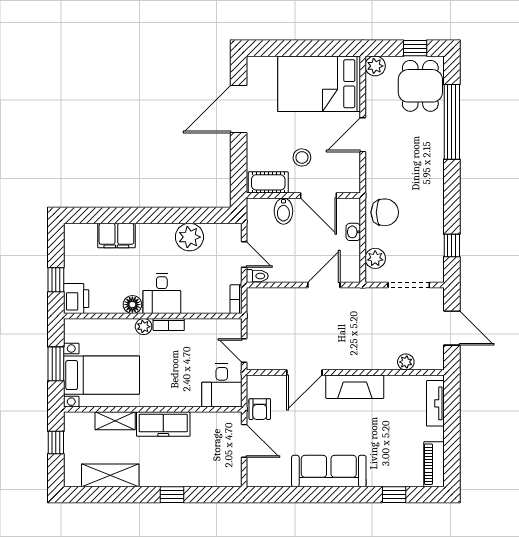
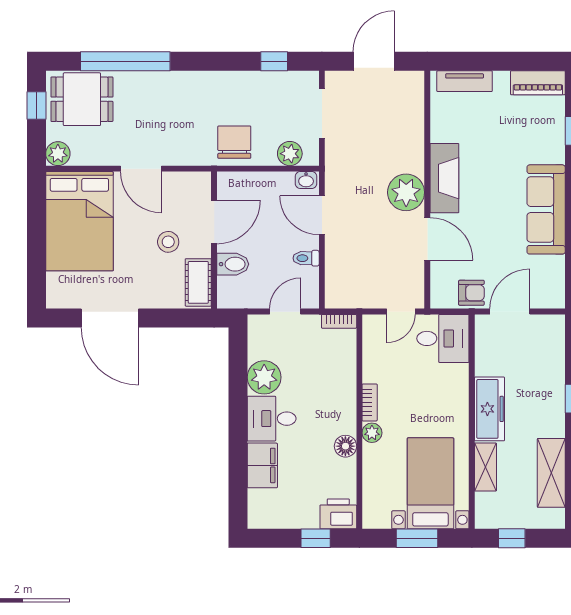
washbasin: (353, 232) -> (306, 180), moved
toilet: (257, 276) -> (306, 258), moved, turned -90
desk: (162, 294) -> (272, 419), moved, turned 180
plant: (406, 362) -> (406, 192), moved, width x1.88, depth x1.88

